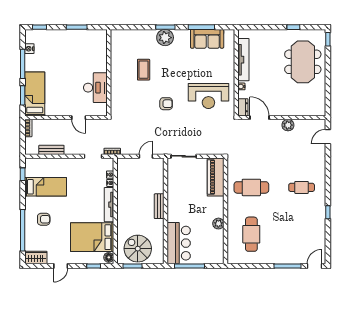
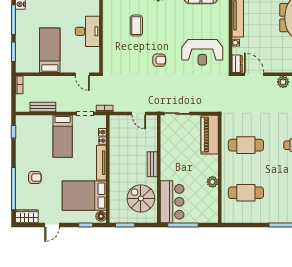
desk: (95, 88) -> (87, 31), moved
bed: (35, 94) -> (50, 50), moved
door: (79, 118) -> (82, 74), moved
door: (146, 156) -> (139, 113), swing flipped
bed: (46, 187) -> (63, 136), moved, turned 90
cafe table: (251, 234) -> (246, 193), turned 90
spiral stairs: (138, 249) -> (141, 198), moved

